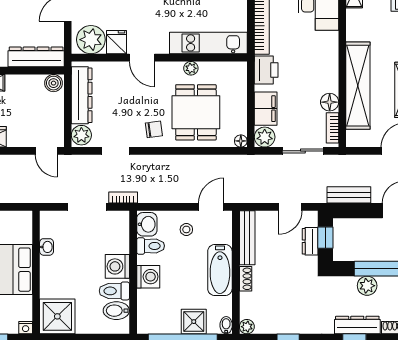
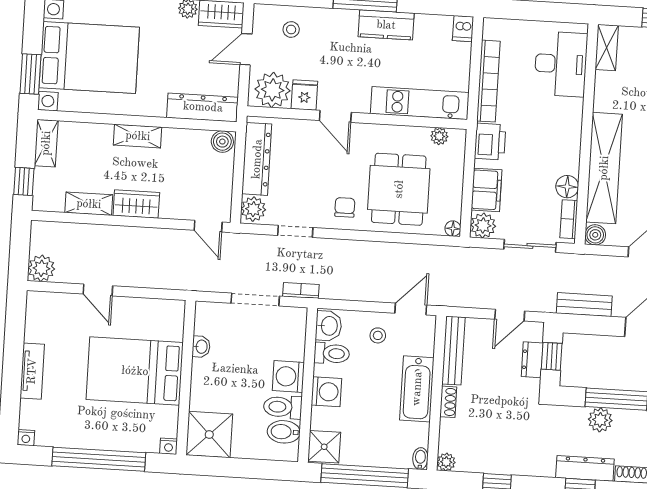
plant: (191, 68) -> (439, 136), moved
chair: (154, 129) -> (345, 207), turned -82
boiler: (354, 139) -> (595, 235), added
shower: (194, 322) -> (324, 447), moved

